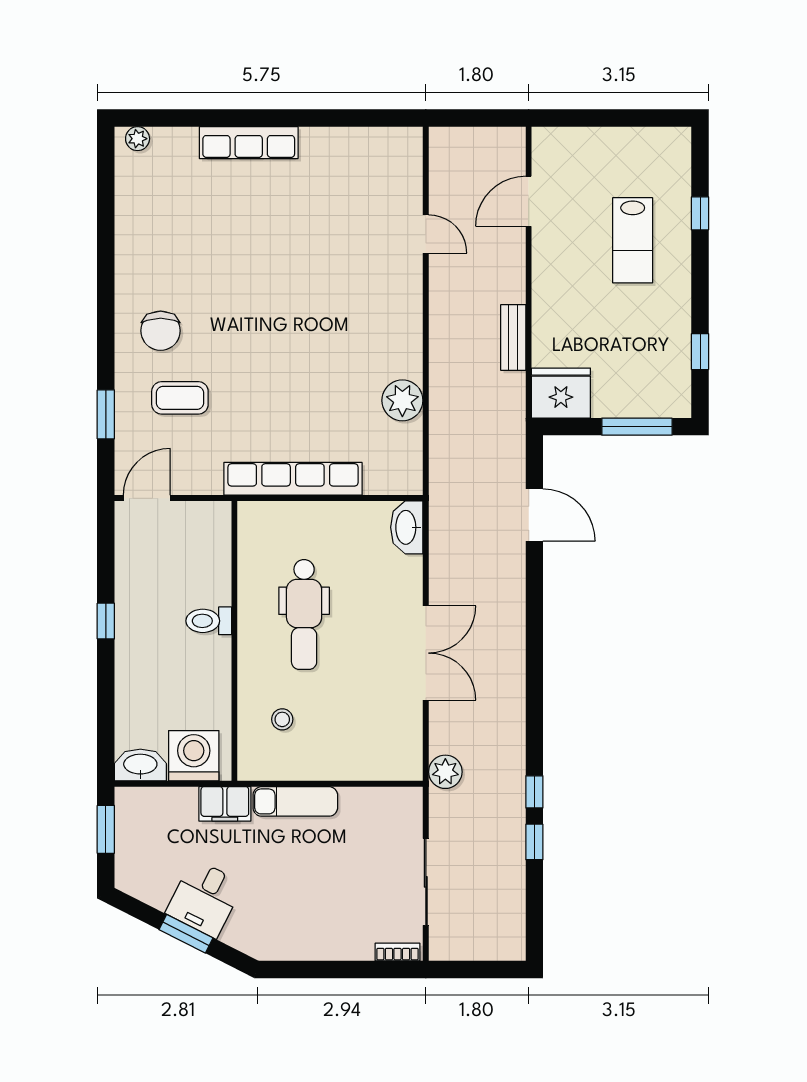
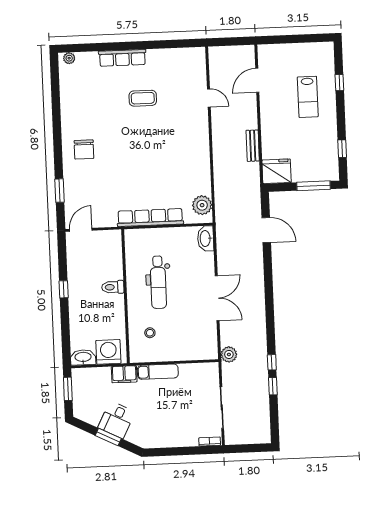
coffee table: (180, 398) -> (143, 98), moved
plant: (402, 400) -> (202, 205), moved

